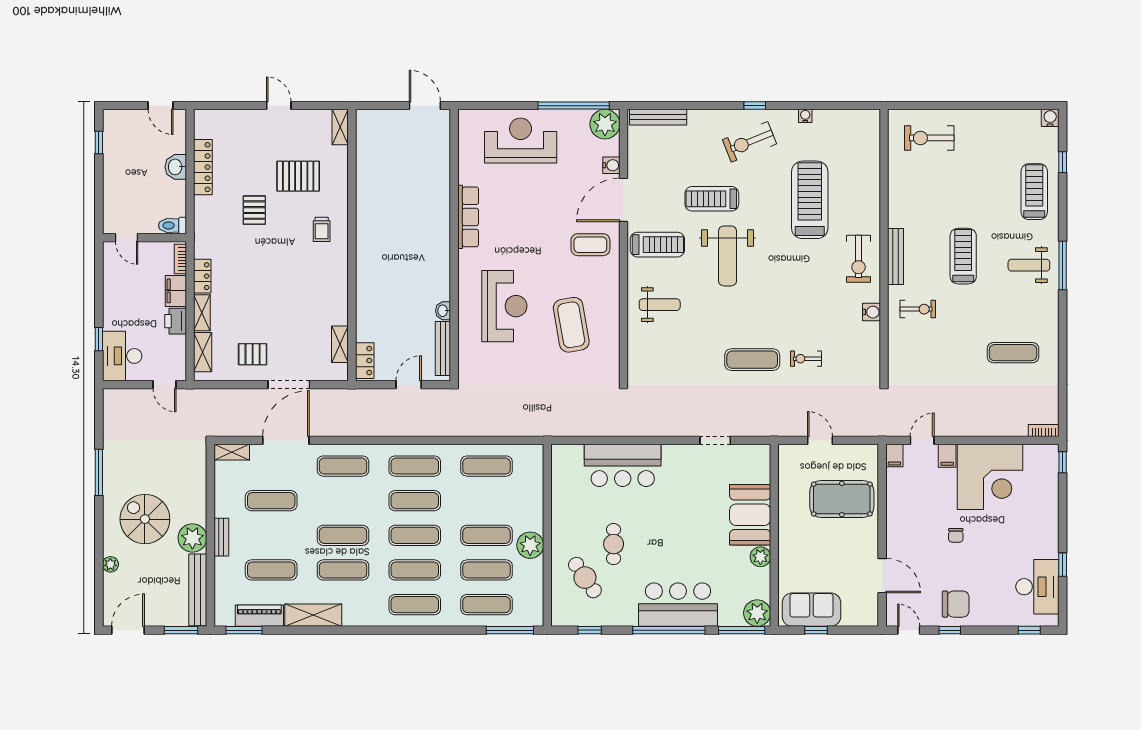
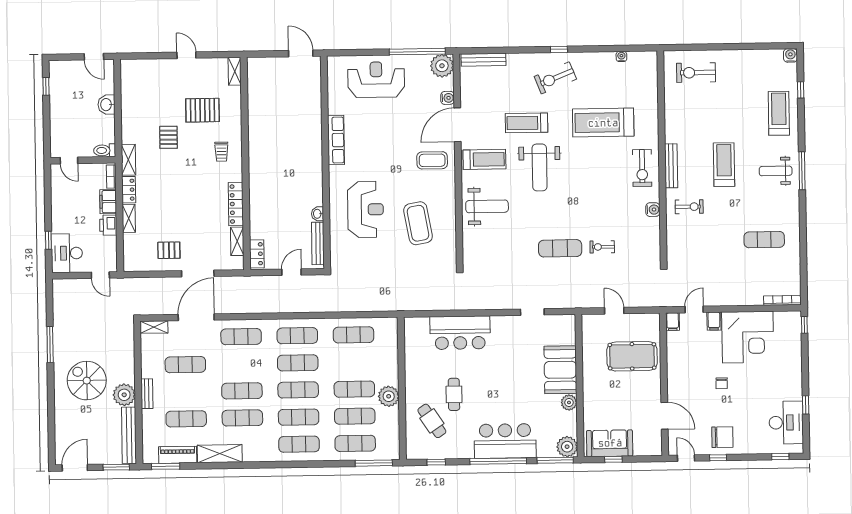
water cooler: (805, 116) -> (621, 56), moved
locker: (203, 167) -> (236, 204), moved, turned 180
treadmill: (810, 200) -> (603, 123), turned -90
weight bench: (660, 305) -> (487, 206), width x1.36, depth x1.33
shelving: (203, 352) -> (128, 160), moved
bookcase: (1044, 431) -> (782, 300), width x1.56
plant: (110, 564) -> (60, 416), removed

